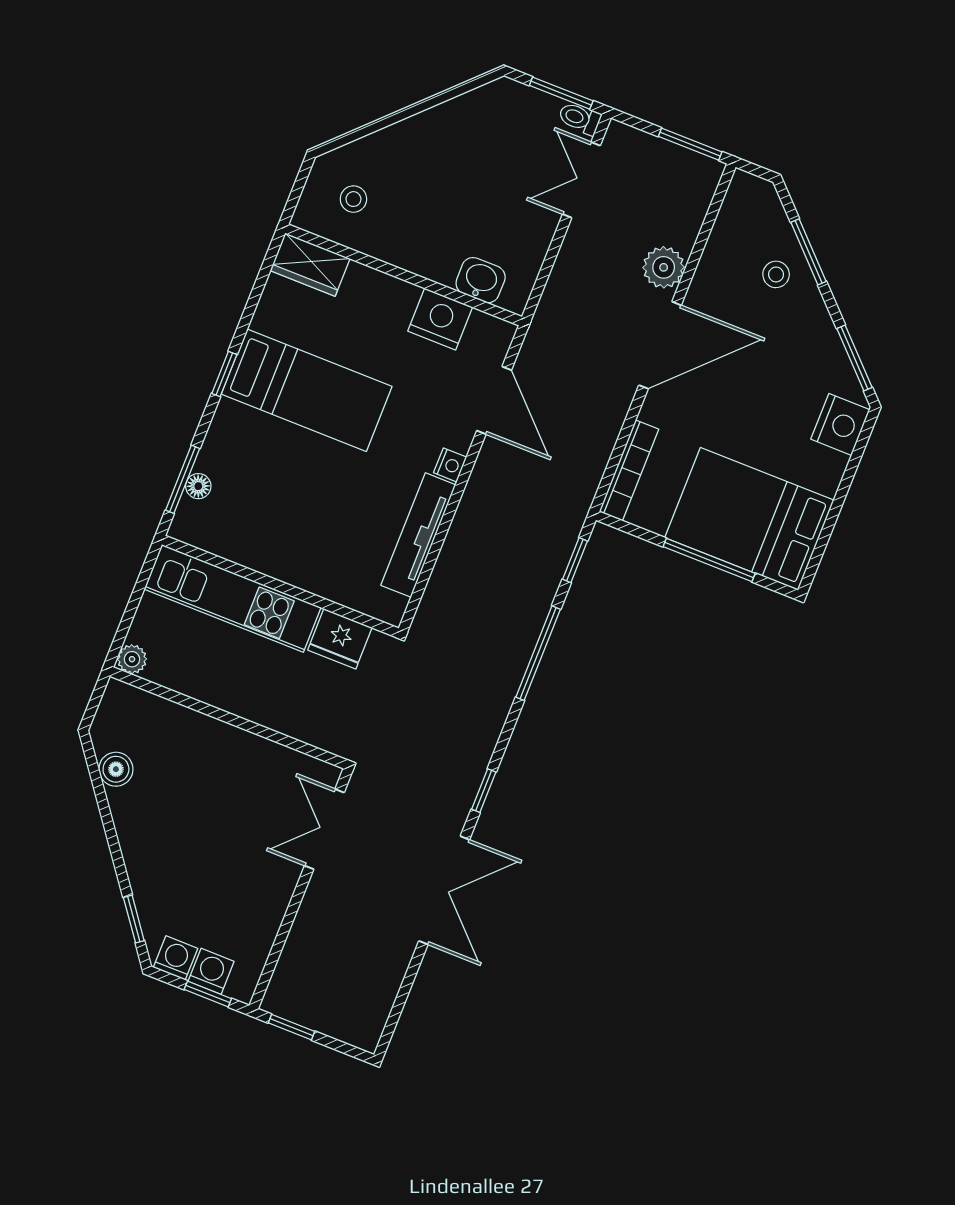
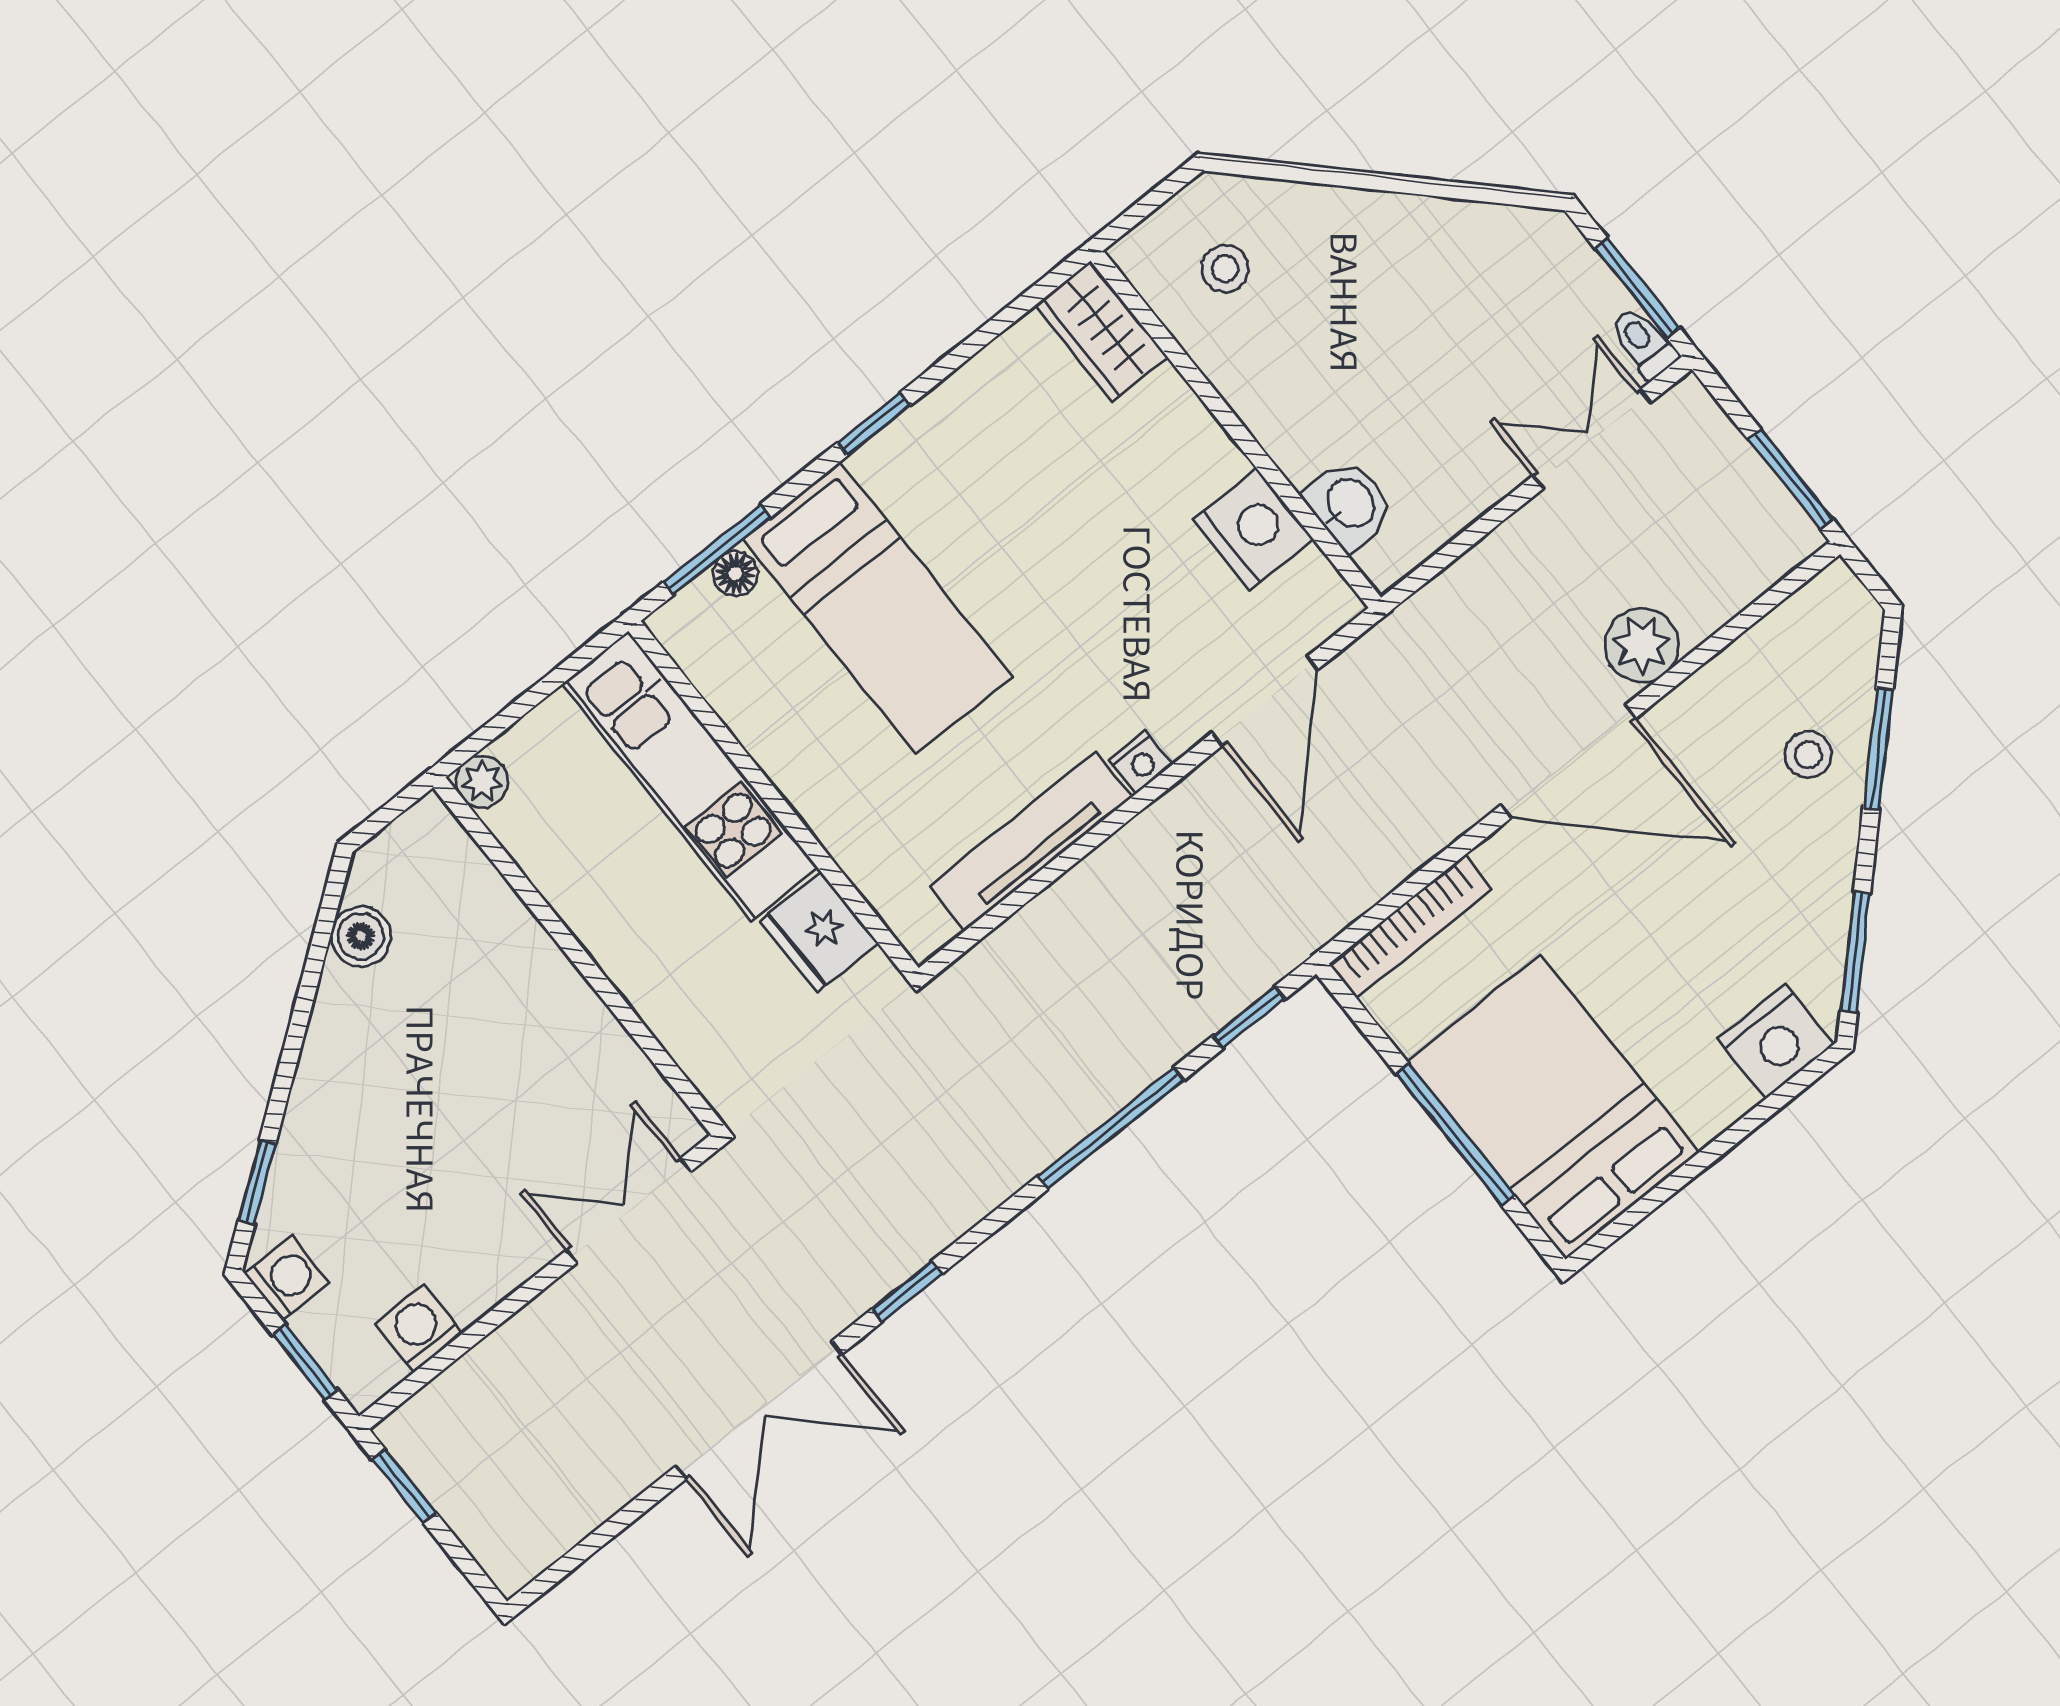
bed: (307, 390) -> (878, 608), moved
washing machine: (211, 971) -> (419, 1328), moved, turned -90

